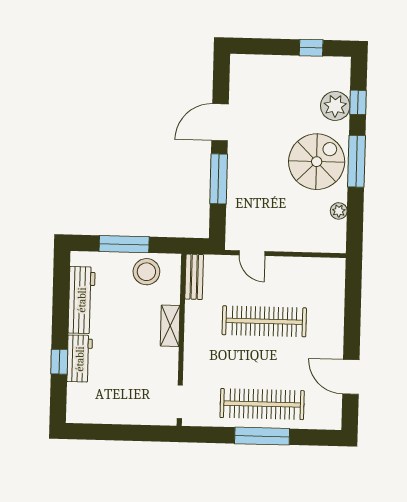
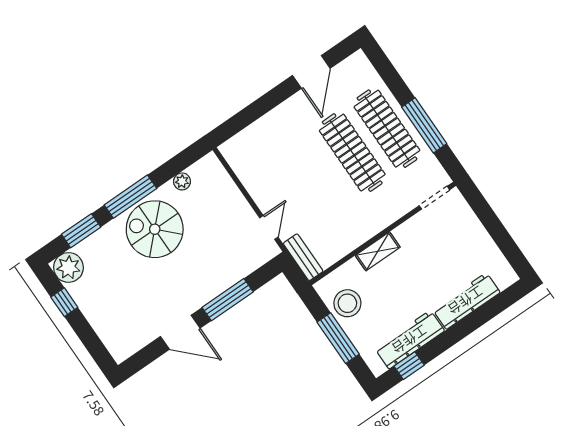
window: (358, 102) -> (81, 231), width x1.50
plant: (335, 106) -> (68, 267), moved
bench: (194, 277) -> (303, 257), moved, turned 90
clothes rail: (264, 321) -> (352, 153), moved
workbench: (80, 359) -> (466, 301), width x1.38
window: (59, 362) -> (409, 366), moved
window: (262, 436) -> (424, 125), moved

